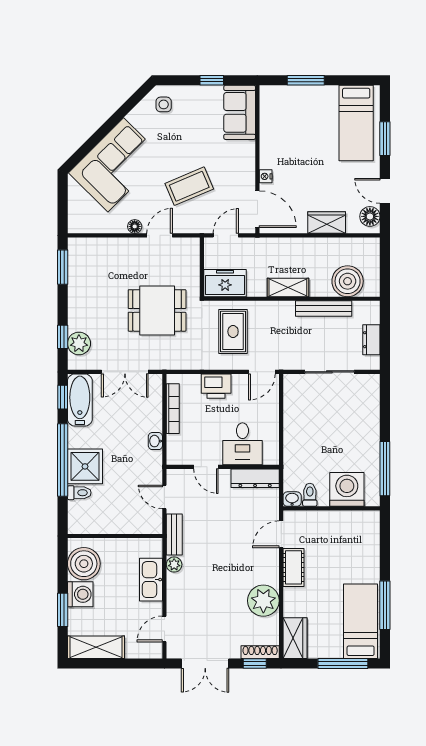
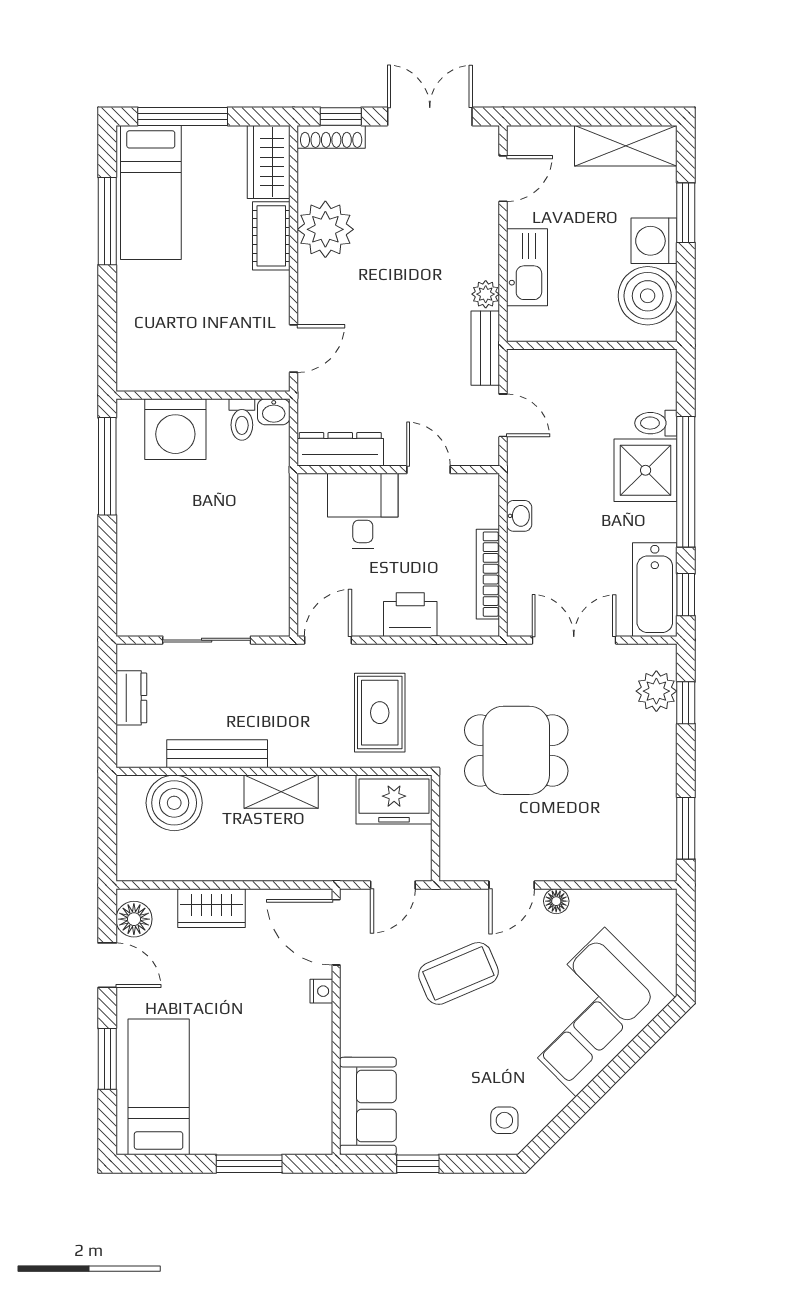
cot: (293, 567) -> (271, 236), moved

